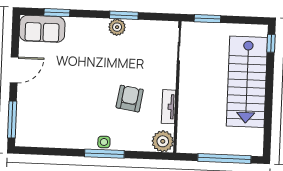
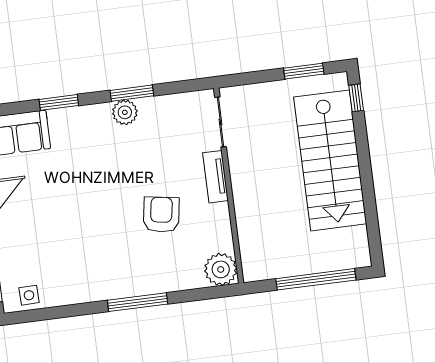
window: (57, 13) -> (59, 102), moved
window: (207, 19) -> (304, 71), moved
tv unit: (169, 107) -> (215, 177), moved
side table: (104, 142) -> (29, 295), moved

